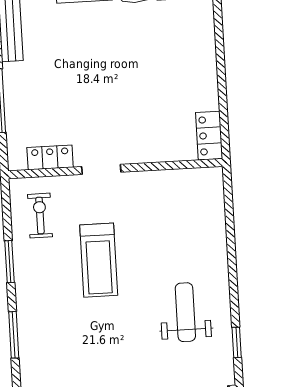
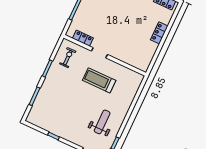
locker: (209, 136) -> (159, 33), moved
treadmill: (99, 260) -> (99, 80), moved, turned 90

